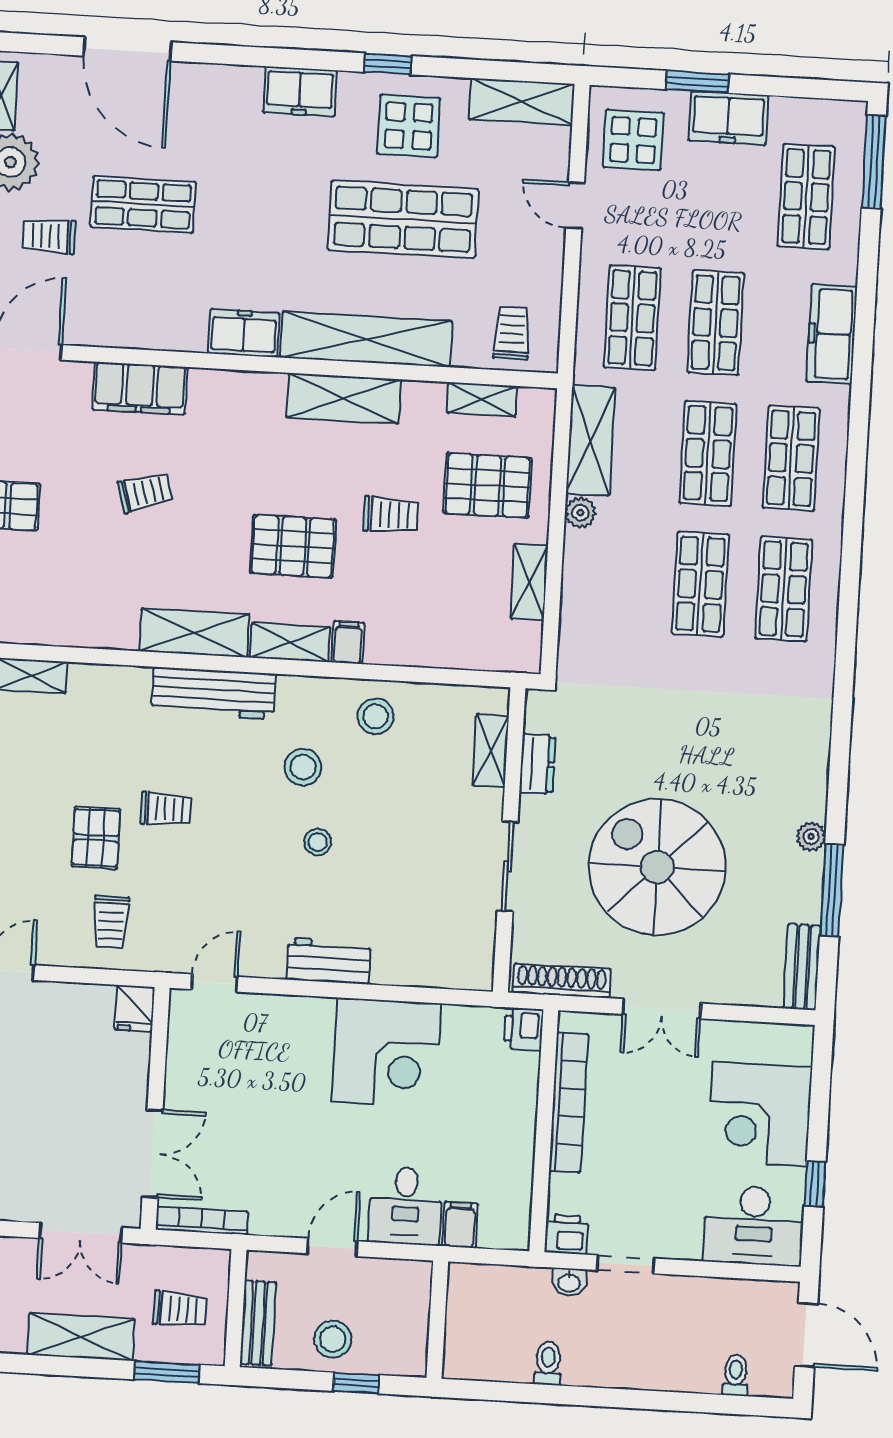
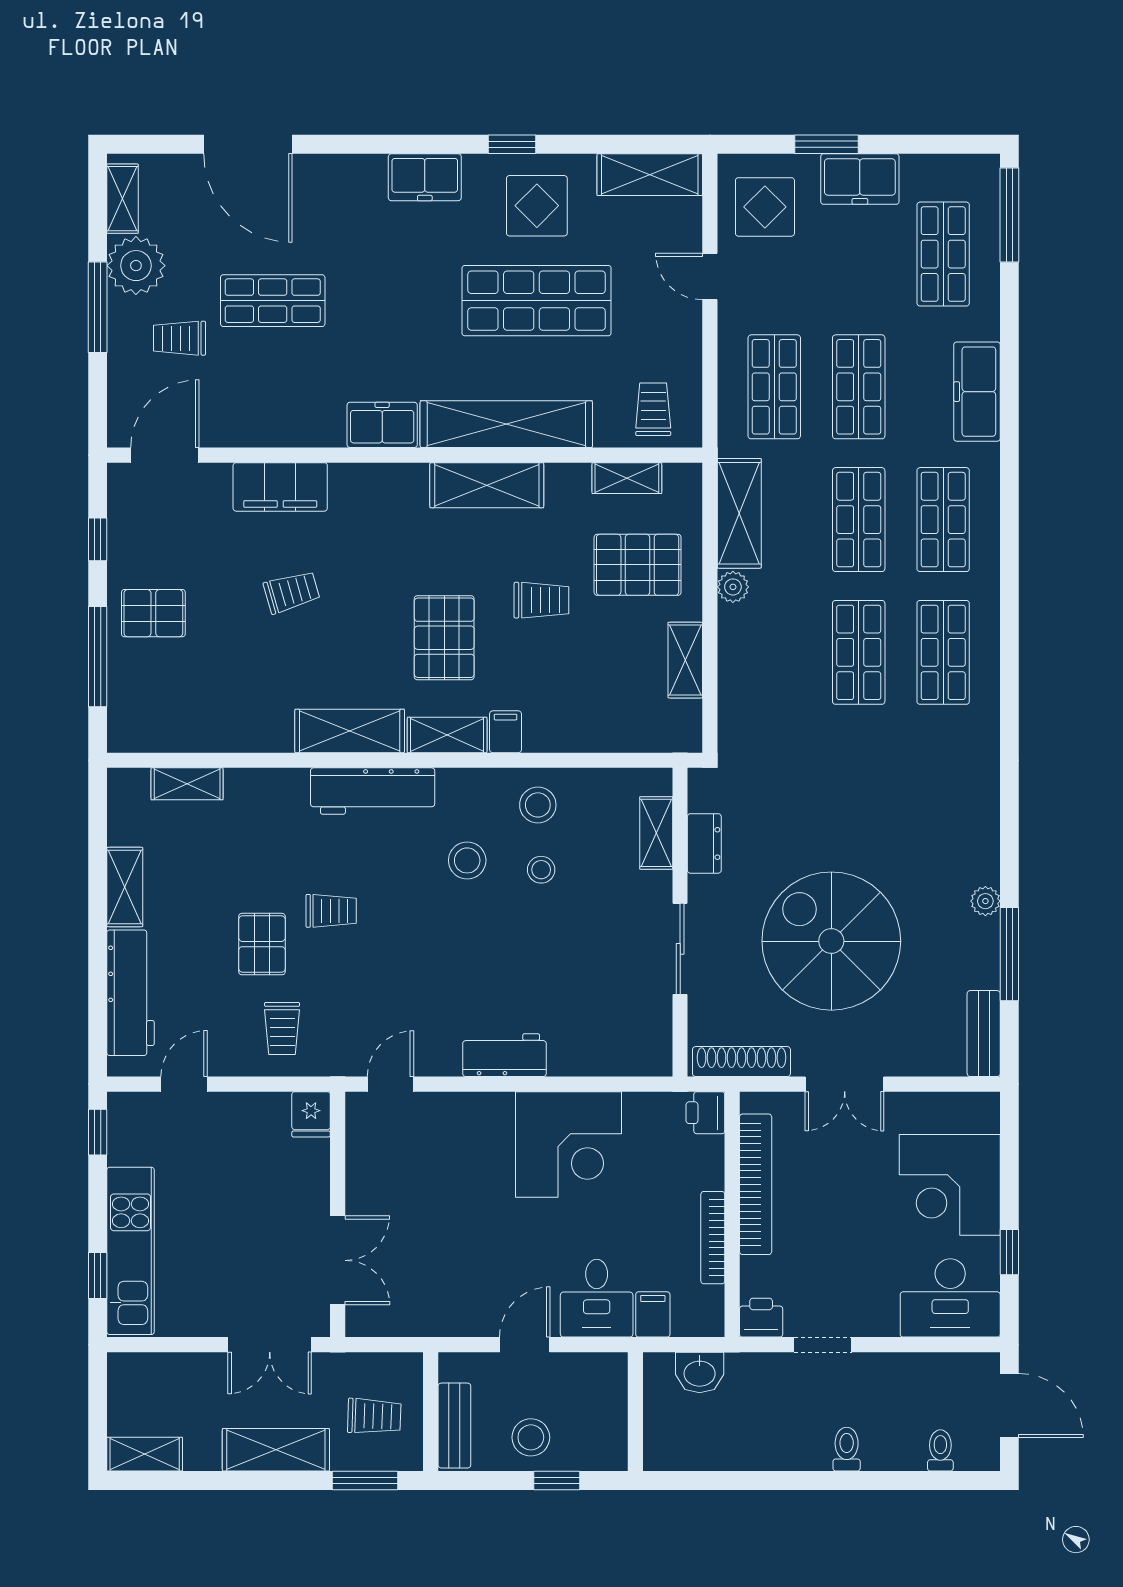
pallet: (293, 546) -> (444, 638), turned 90
stool: (318, 842) -> (541, 870), moved
bookcase: (202, 1221) -> (713, 1238), moved, turned -90
washbasin: (569, 1282) -> (700, 1372), moved, width x1.38, depth x1.45
toilet: (548, 1363) -> (847, 1449), moved

